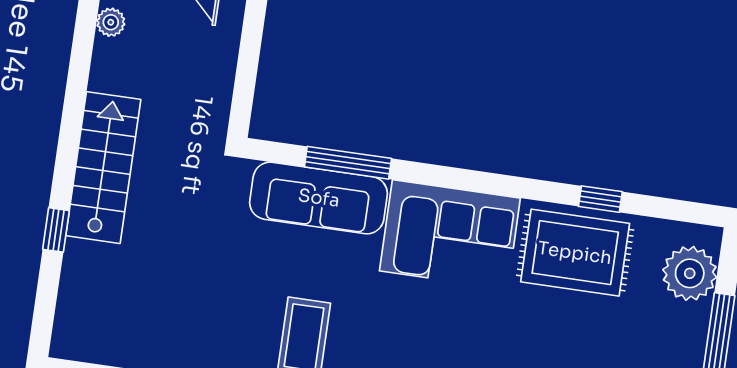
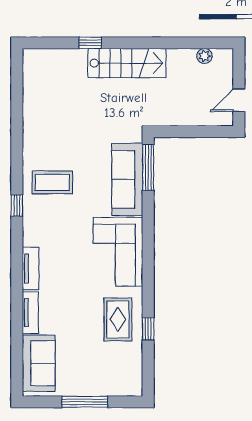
window: (348, 163) -> (148, 168), moved
rug: (575, 253) -> (118, 319), width x0.73, depth x0.70
plant: (690, 273) -> (116, 382), removed

